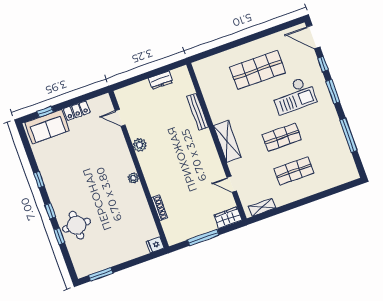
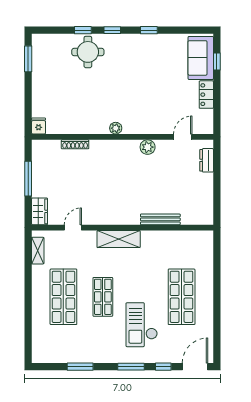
dresser: (161, 80) -> (207, 160), moved
window: (349, 135) -> (80, 367), width x0.69
shop shelf: (294, 171) -> (63, 297), width x1.43, depth x1.36

